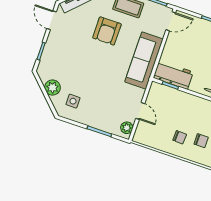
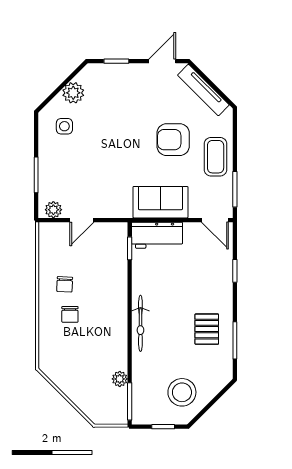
sofa: (144, 60) -> (160, 202), width x0.73
workbench: (173, 75) -> (157, 235), moved, turned 90

